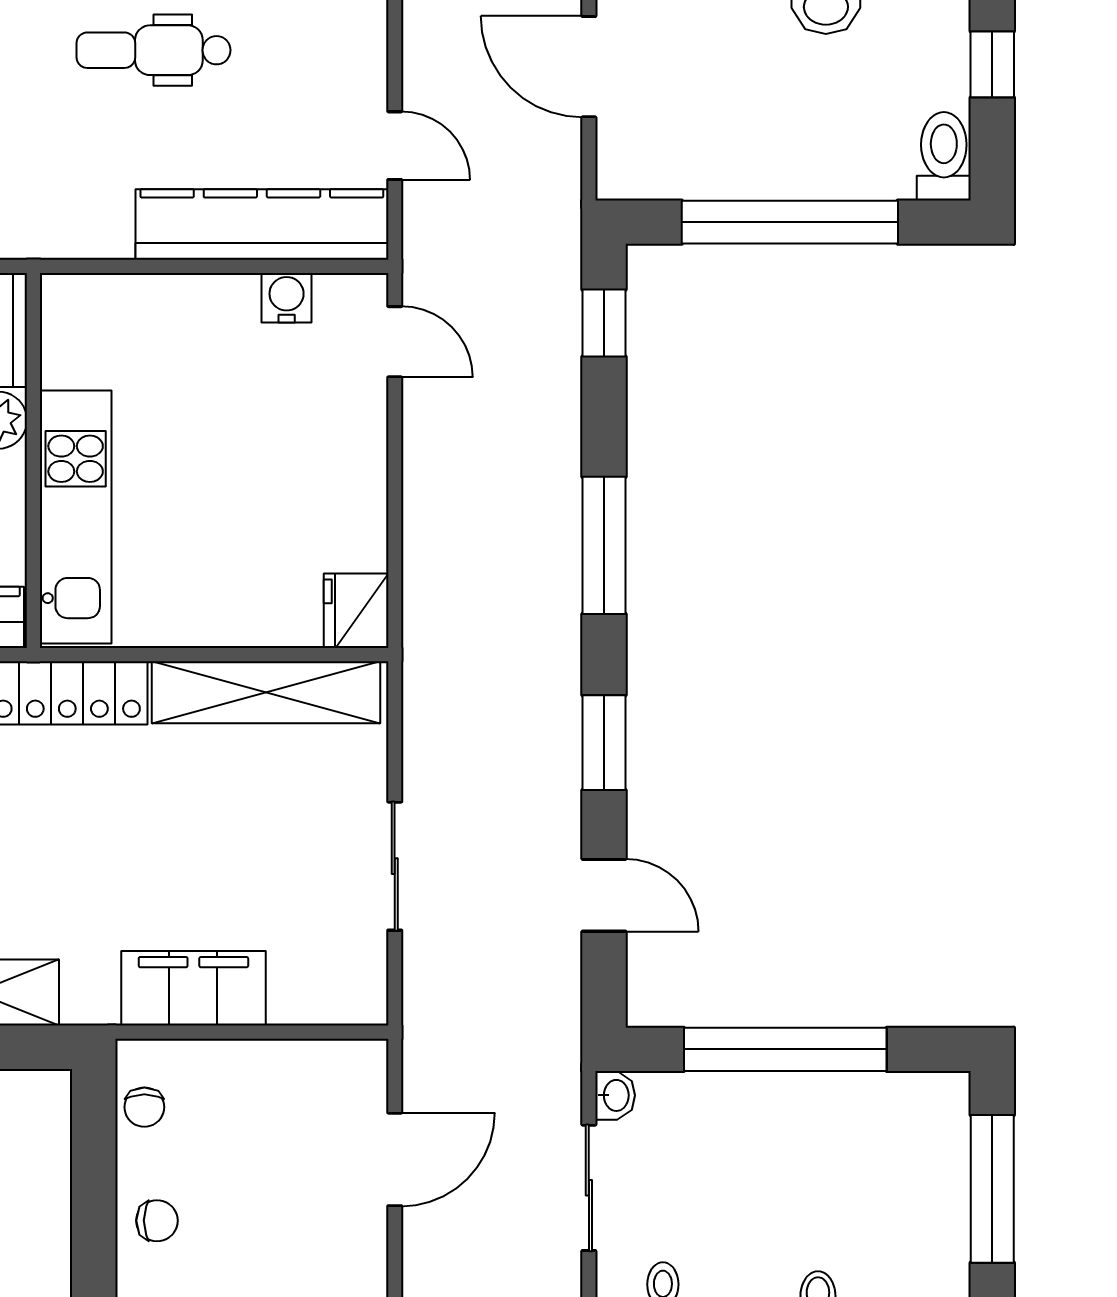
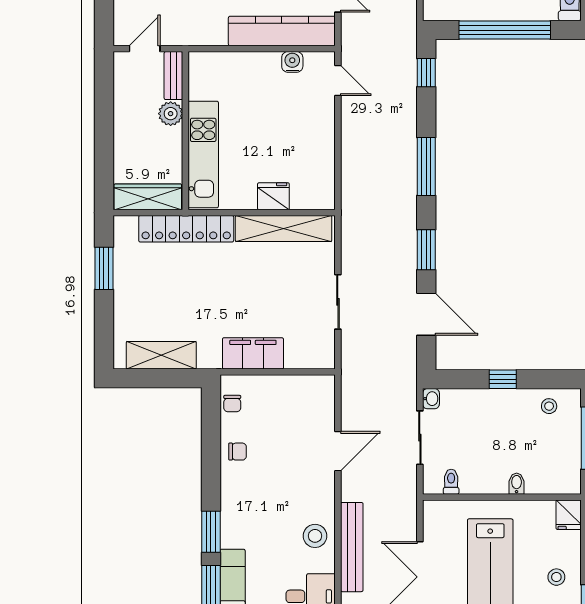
fridge: (356, 611) -> (273, 196), moved, turned 90
door: (604, 895) -> (426, 314), width x1.38
window: (785, 1049) -> (503, 379), width x0.32
stool: (895, 1113) -> (549, 406), added
door: (395, 1159) -> (338, 451), moved

